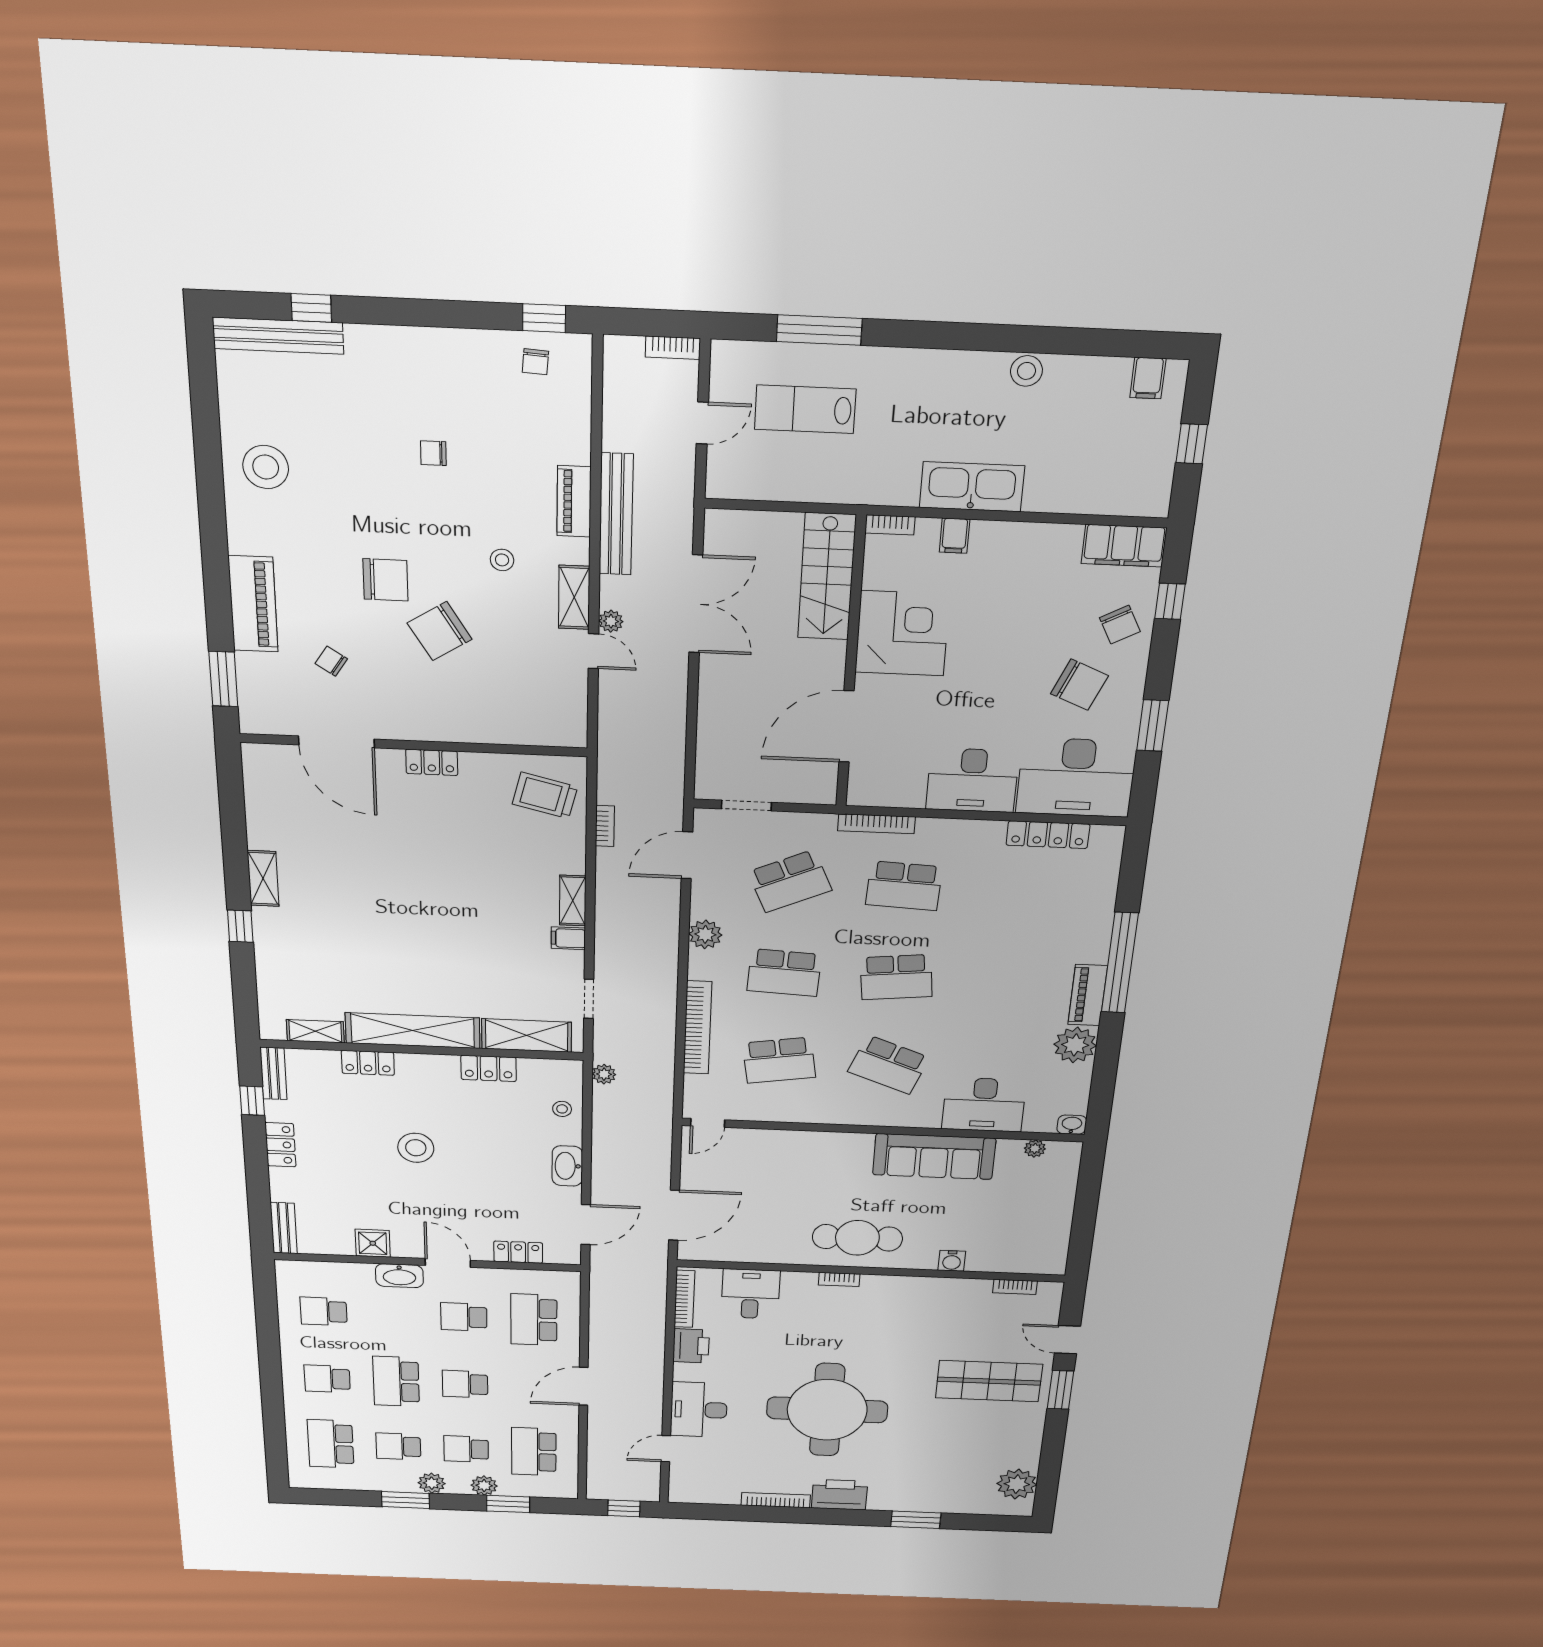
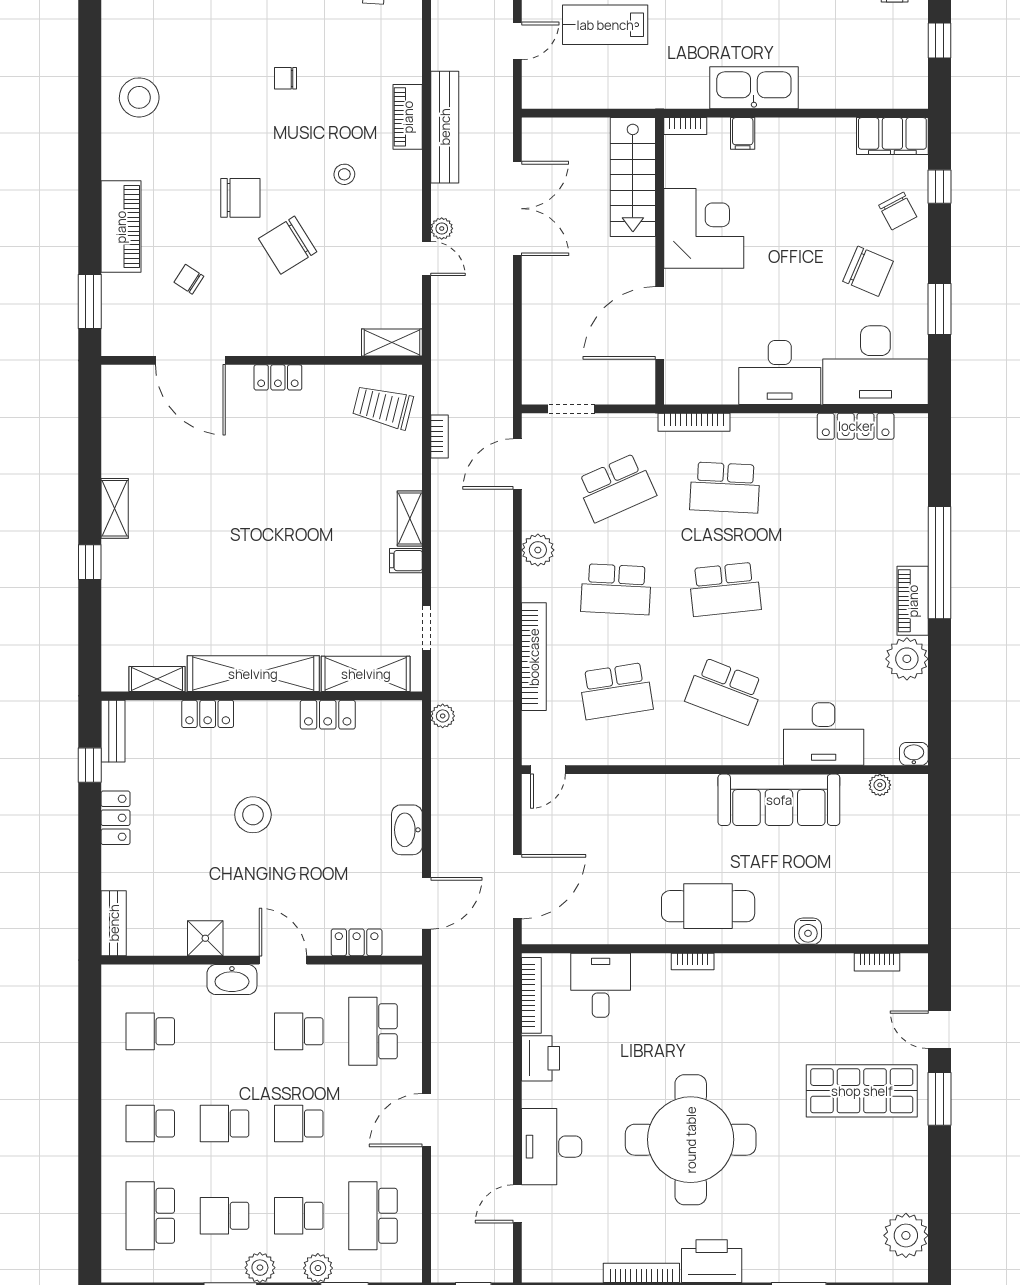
shelving: (574, 597) -> (392, 343), moved, turned 90
stool: (562, 1109) -> (401, 760), removed
school desk: (396, 1381) -> (225, 1124), width x0.54

